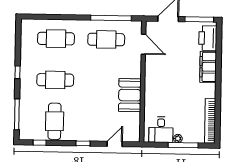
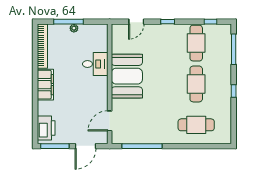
cafe table: (106, 39) -> (146, 125), removed
door: (143, 44) -> (110, 121), hinge flipped
filing cabinet: (208, 67) -> (45, 85), moved
cafe table: (55, 80) -> (196, 84), turned 90
booth: (130, 95) -> (127, 76), width x1.36, depth x1.42
desk: (161, 130) -> (95, 64), moved, turned 90

